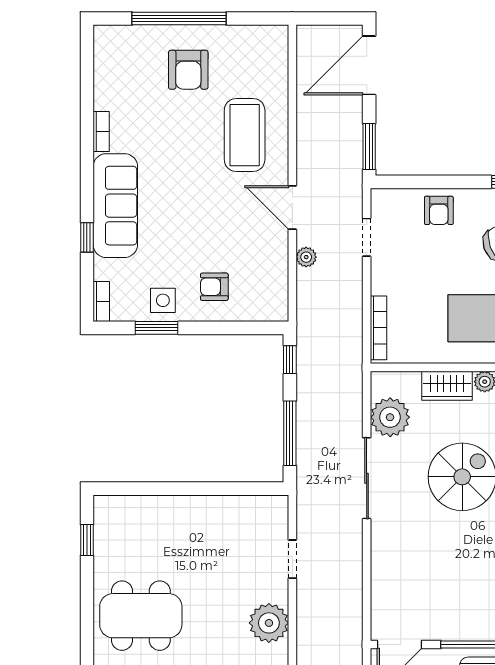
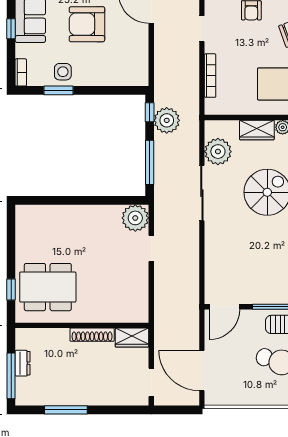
plant: (306, 257) -> (167, 120), moved, width x1.87, depth x1.87
armchair: (214, 287) -> (87, 24), moved, width x1.88, depth x1.88
bookcase: (379, 328) -> (210, 76), moved
window: (87, 540) -> (11, 290), moved
plant: (269, 623) -> (135, 218), moved

